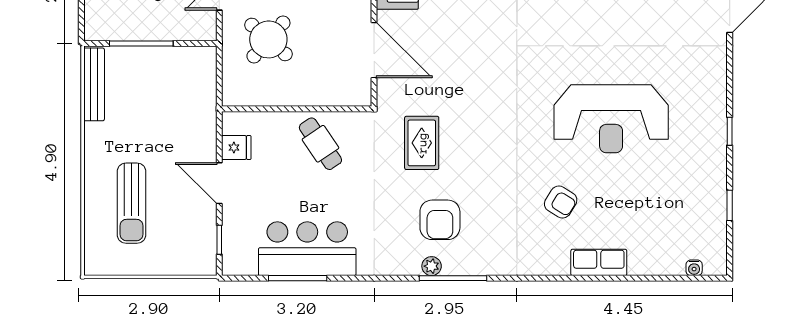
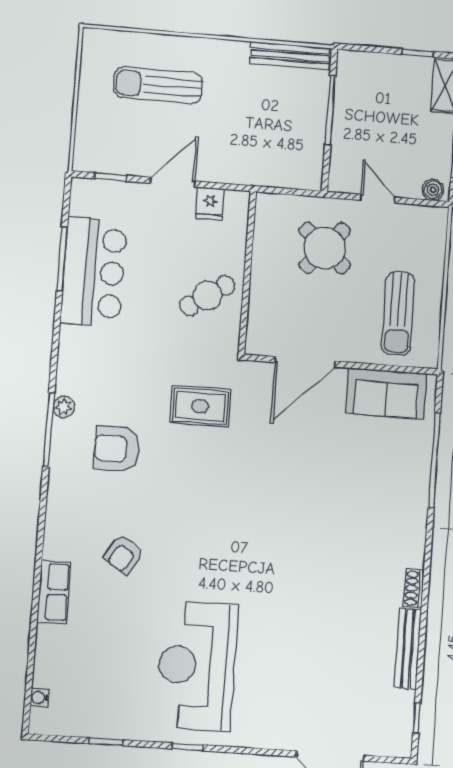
reception desk: (611, 119) -> (197, 666), moved
armchair: (440, 220) -> (117, 449), moved

